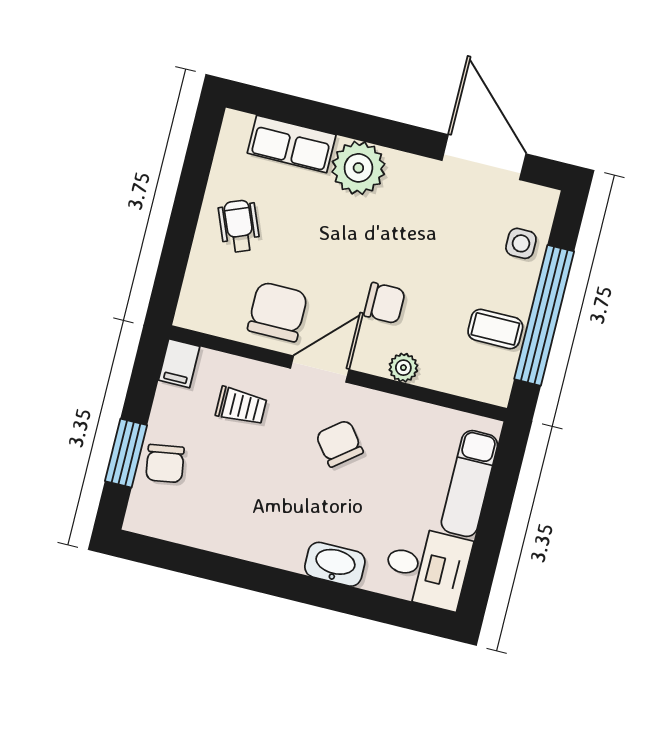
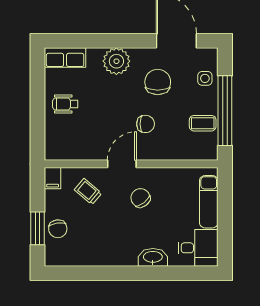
row of seats: (292, 144) -> (65, 58), moved
wheelchair: (239, 226) -> (65, 104), turned -68
chair: (278, 312) -> (158, 82), moved
plant: (403, 368) -> (163, 153), removed
trolley: (241, 406) -> (88, 192), turned -140

